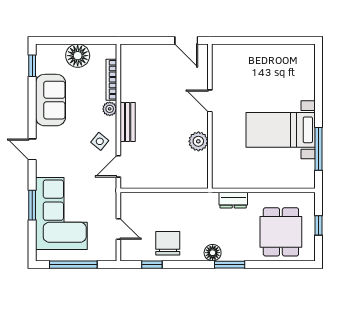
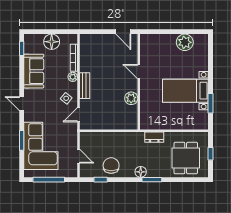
plant: (279, 56) -> (185, 42), added
window: (318, 149) -> (210, 103), width x0.69

